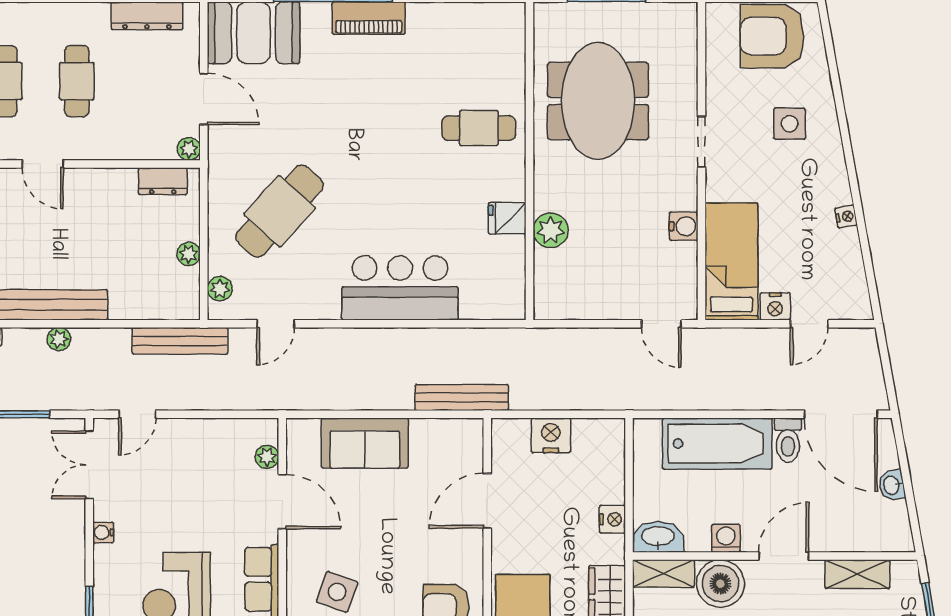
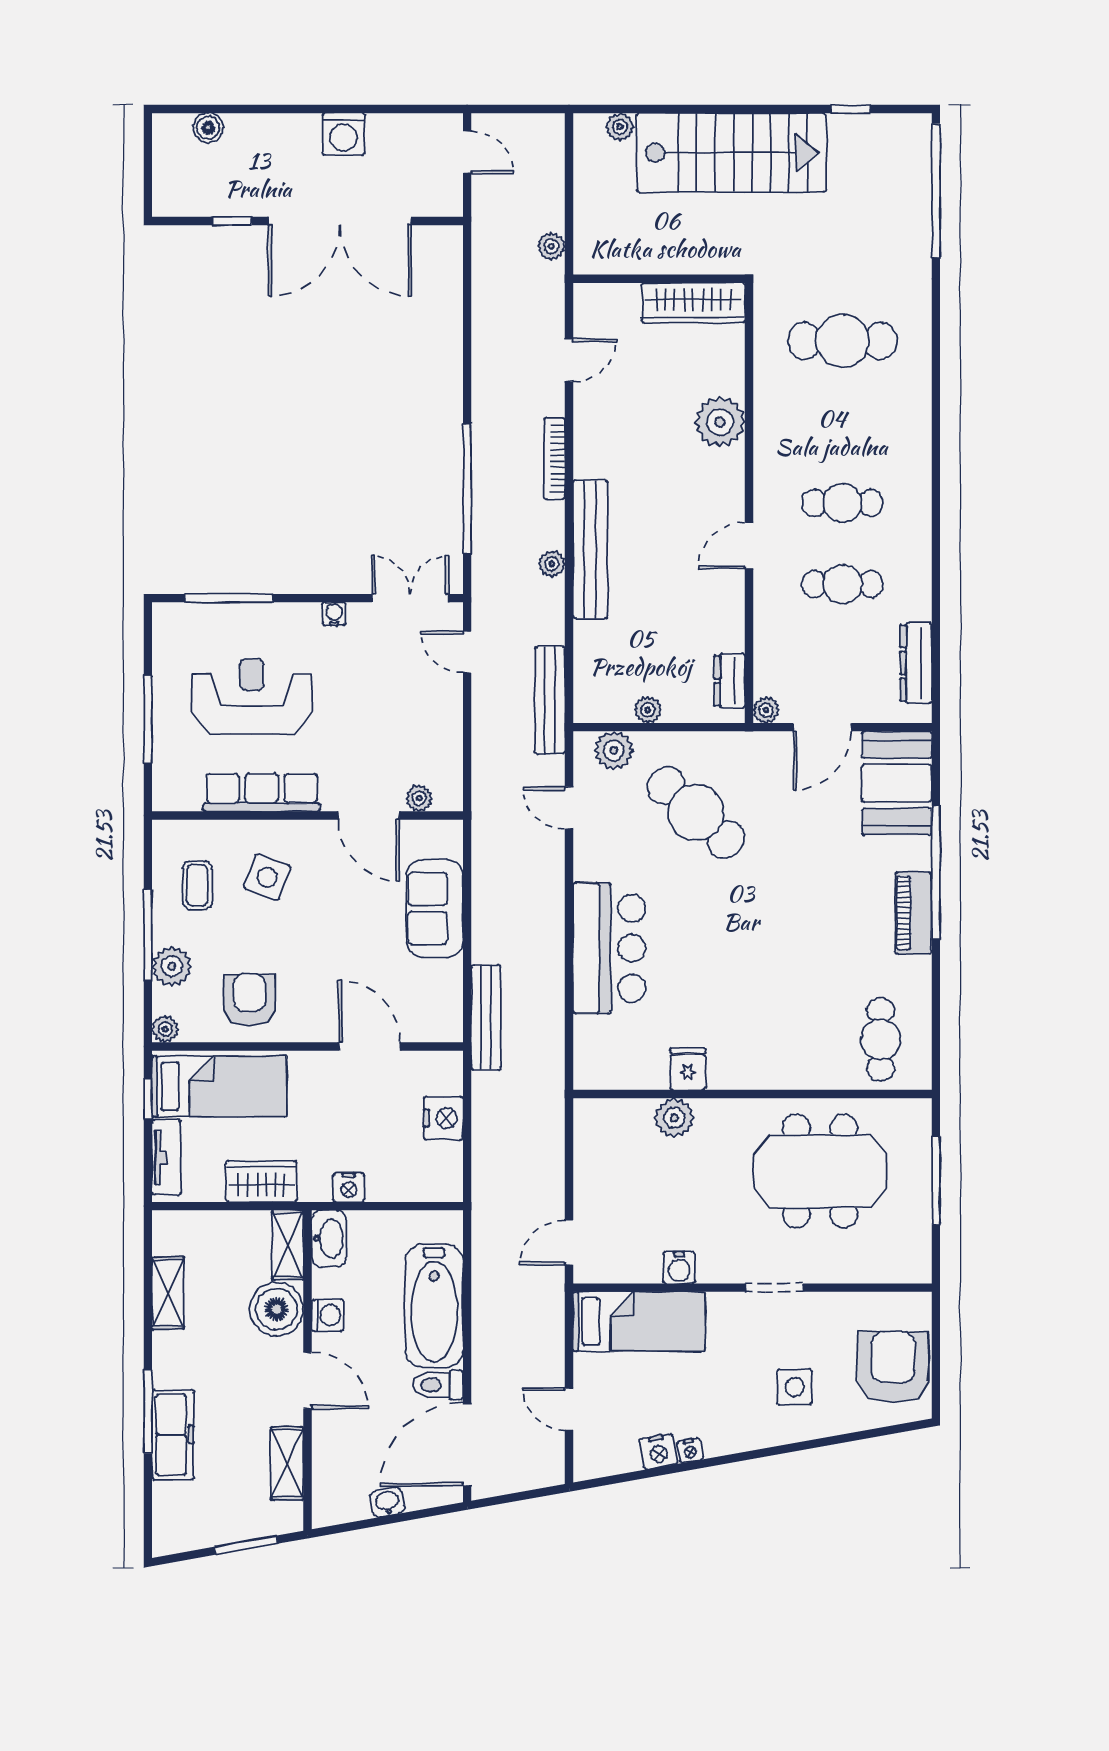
cafe table: (479, 128) -> (881, 1039), moved
plant: (220, 289) -> (614, 750), width x1.38, depth x1.38
nightstand: (775, 306) -> (658, 1452), moved, turned -100
door: (282, 502) -> (369, 815), hinge flipped

